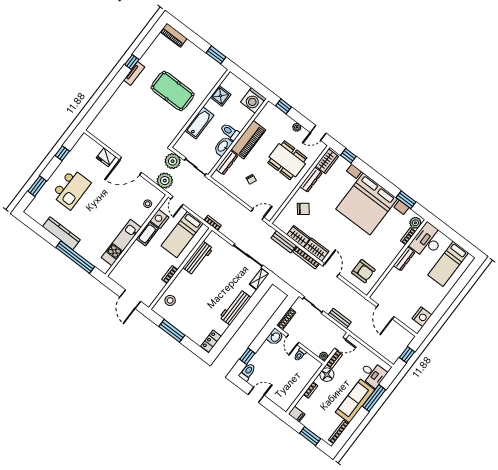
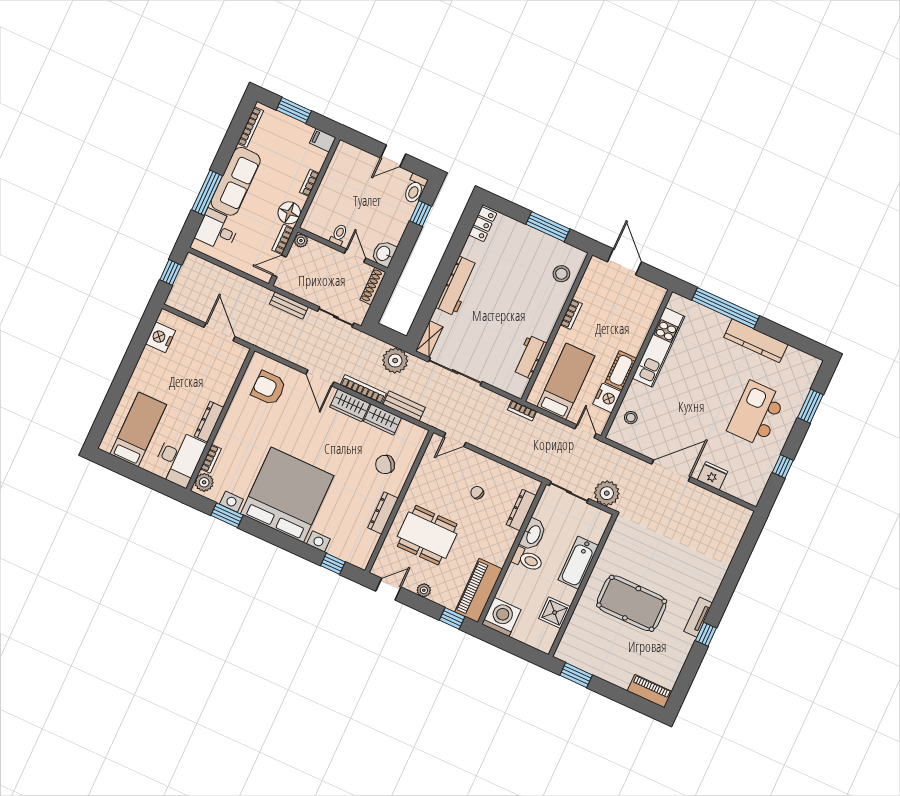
piano: (248, 140) -> (479, 590), moved
wardrobe: (327, 161) -> (364, 548), removed
plant: (165, 181) -> (395, 361), moved
workbench: (198, 258) -> (530, 357), width x0.73

